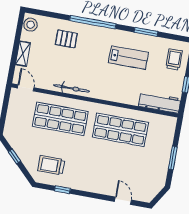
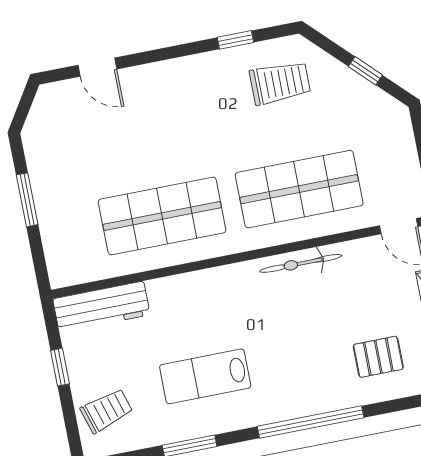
pallet: (66, 39) -> (378, 357), moved
trolley: (174, 59) -> (106, 411), turned -107

